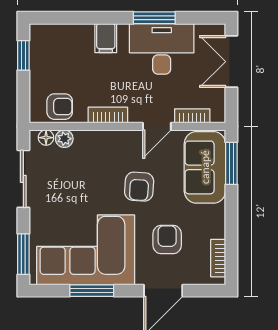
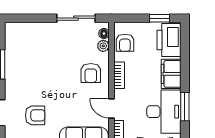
filing cabinet: (106, 38) -> (171, 74), width x2.00
printer: (56, 41) -> (169, 40), added
armchair: (139, 187) -> (91, 73), moved, turned -94
corner sofa: (86, 250) -> (28, 60), removed
window: (23, 254) -> (25, 18), removed

